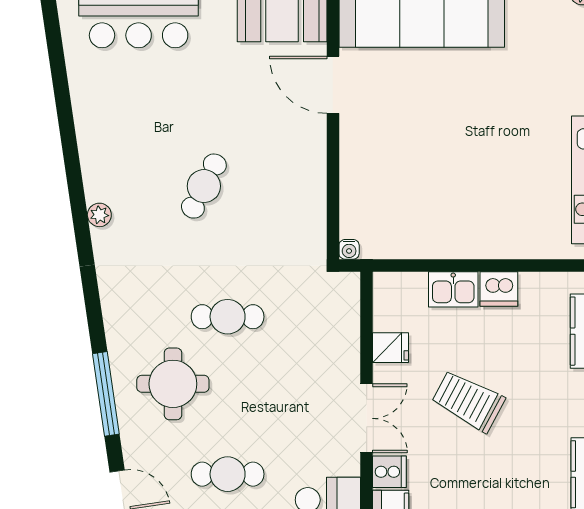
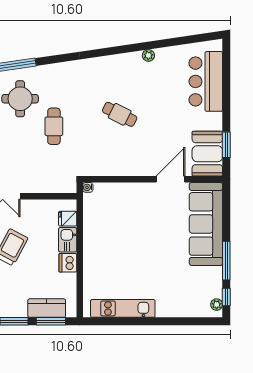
plant: (99, 215) -> (148, 55), moved
fridge: (391, 348) -> (68, 219), moved, turned 90

